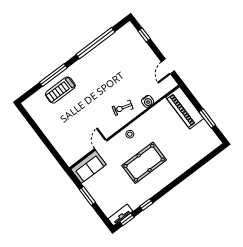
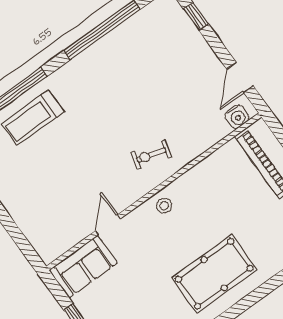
water cooler: (148, 101) -> (237, 117), moved
pool table: (144, 163) -> (214, 274), moved

